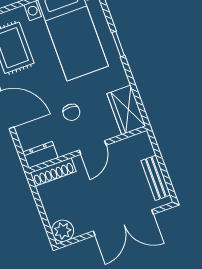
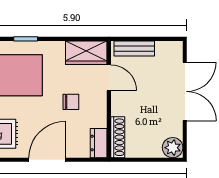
door: (93, 148) -> (109, 78), moved
bench: (156, 178) -> (134, 49), moved

